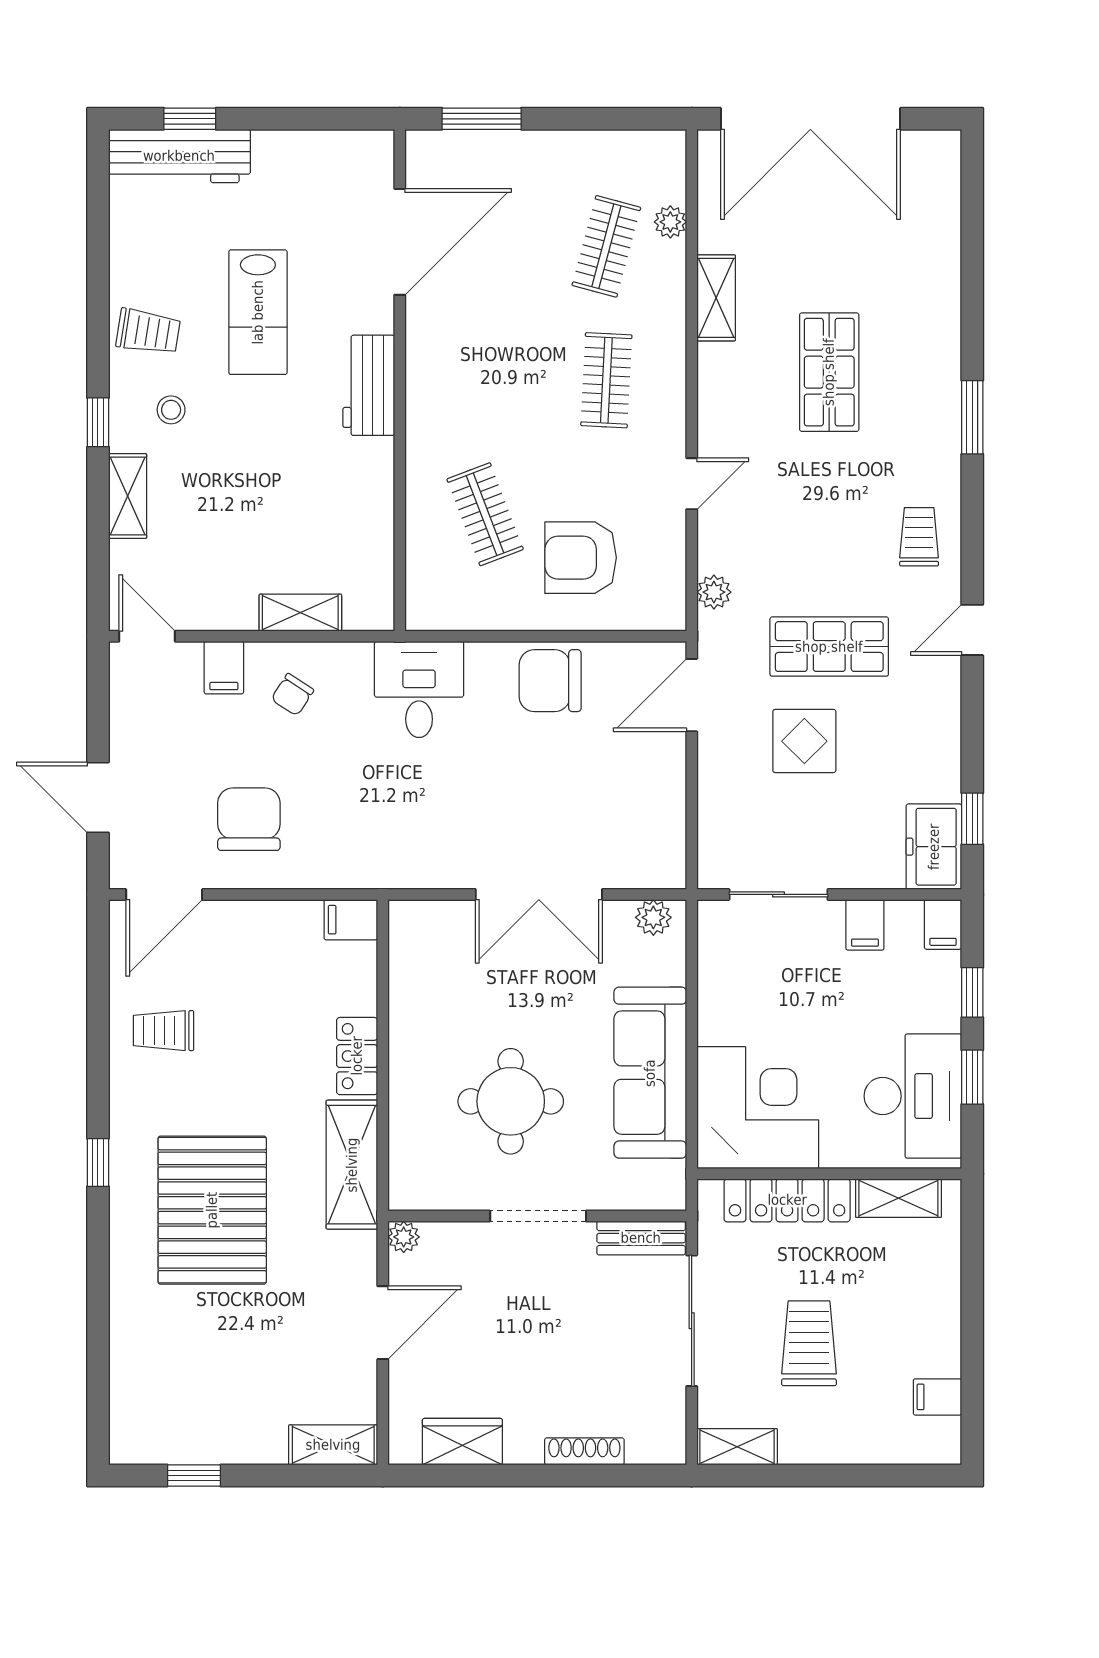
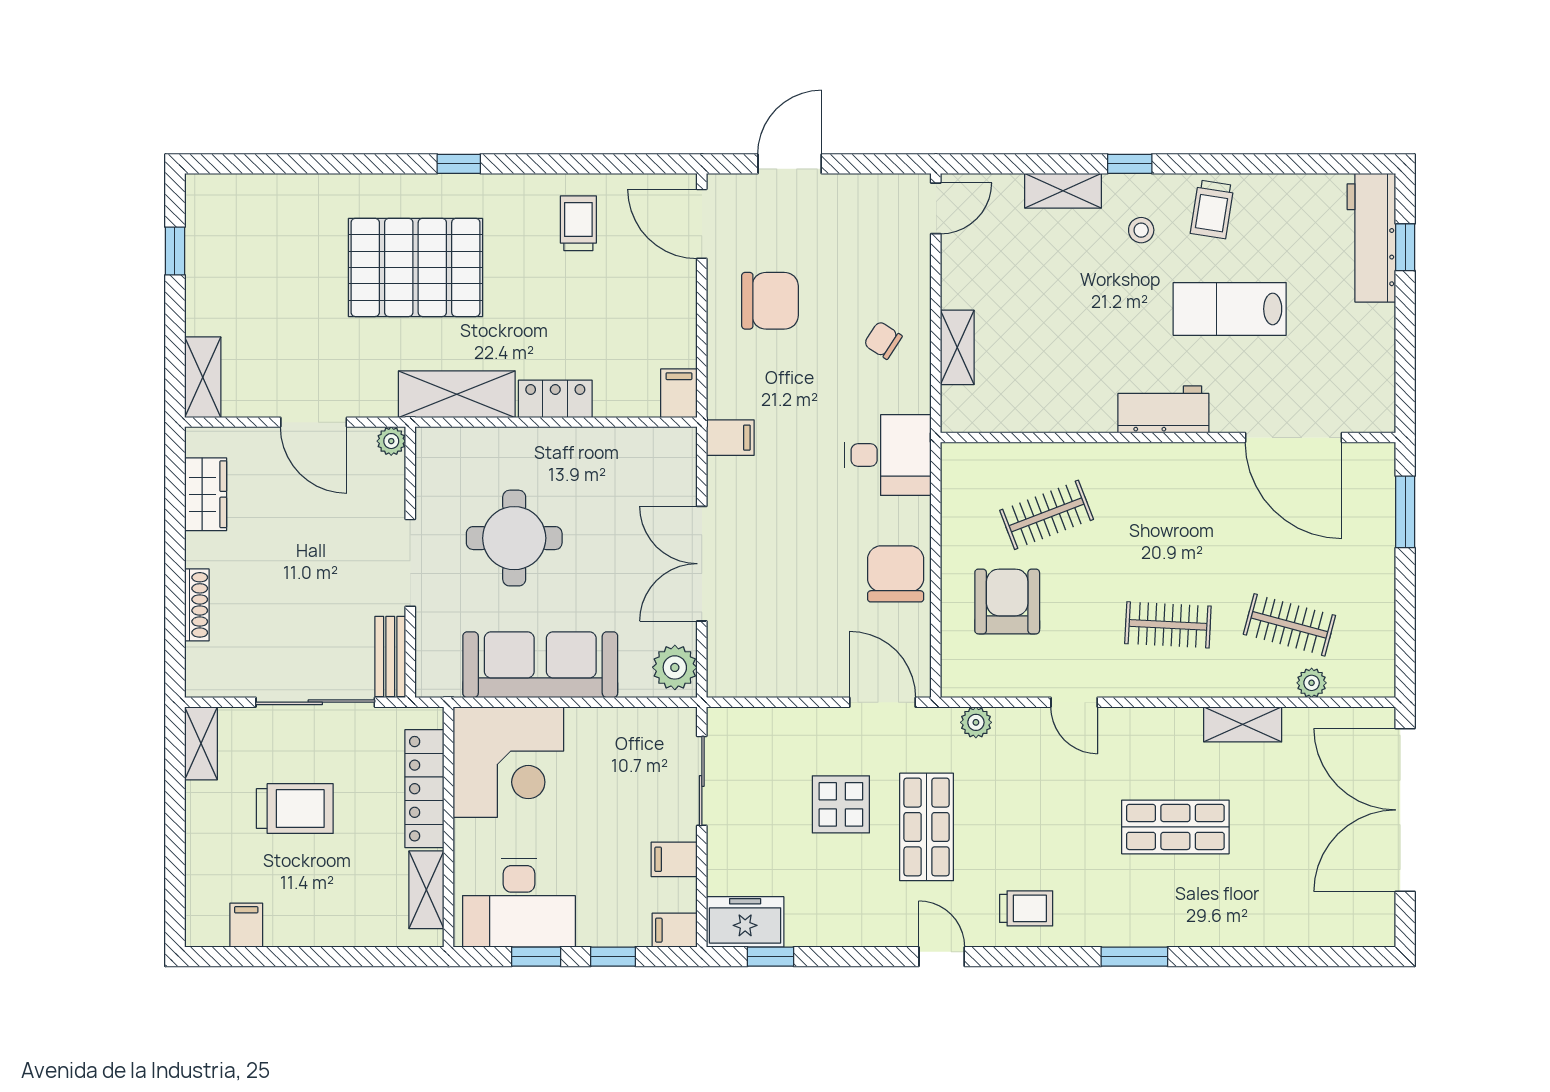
filing cabinet: (224, 668) -> (730, 438), moved, turned 180
plant: (653, 917) -> (675, 667), width x1.38, depth x1.38

